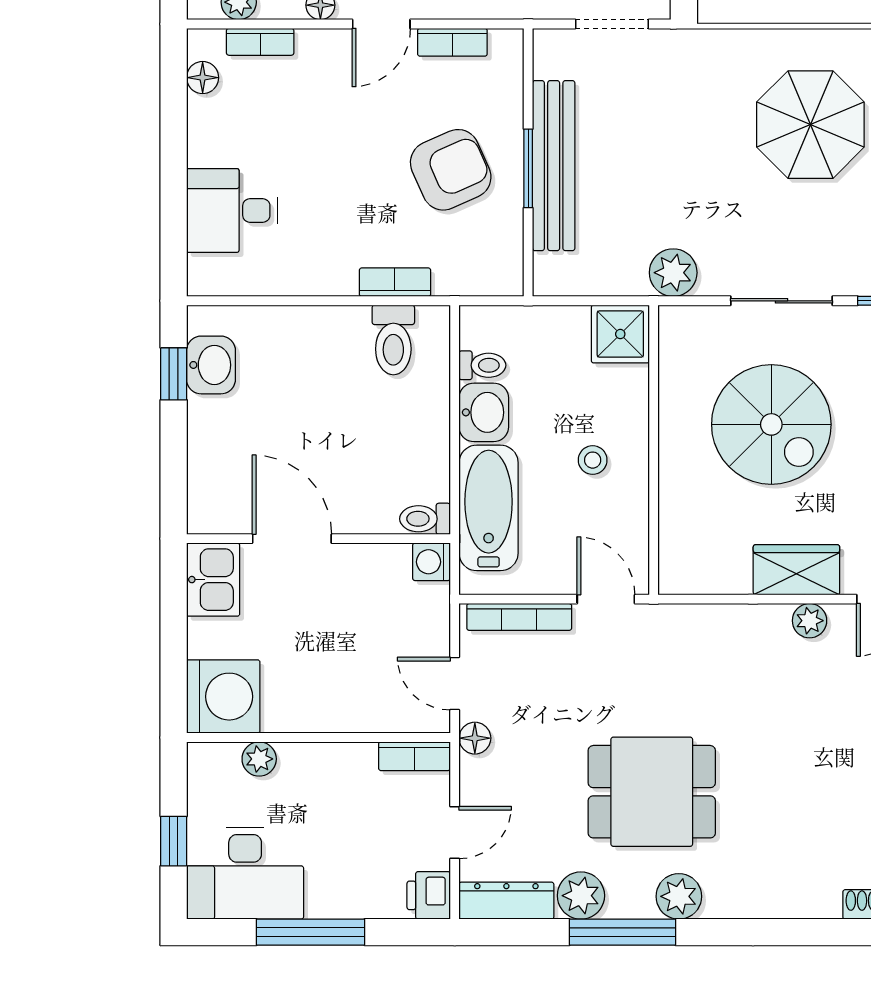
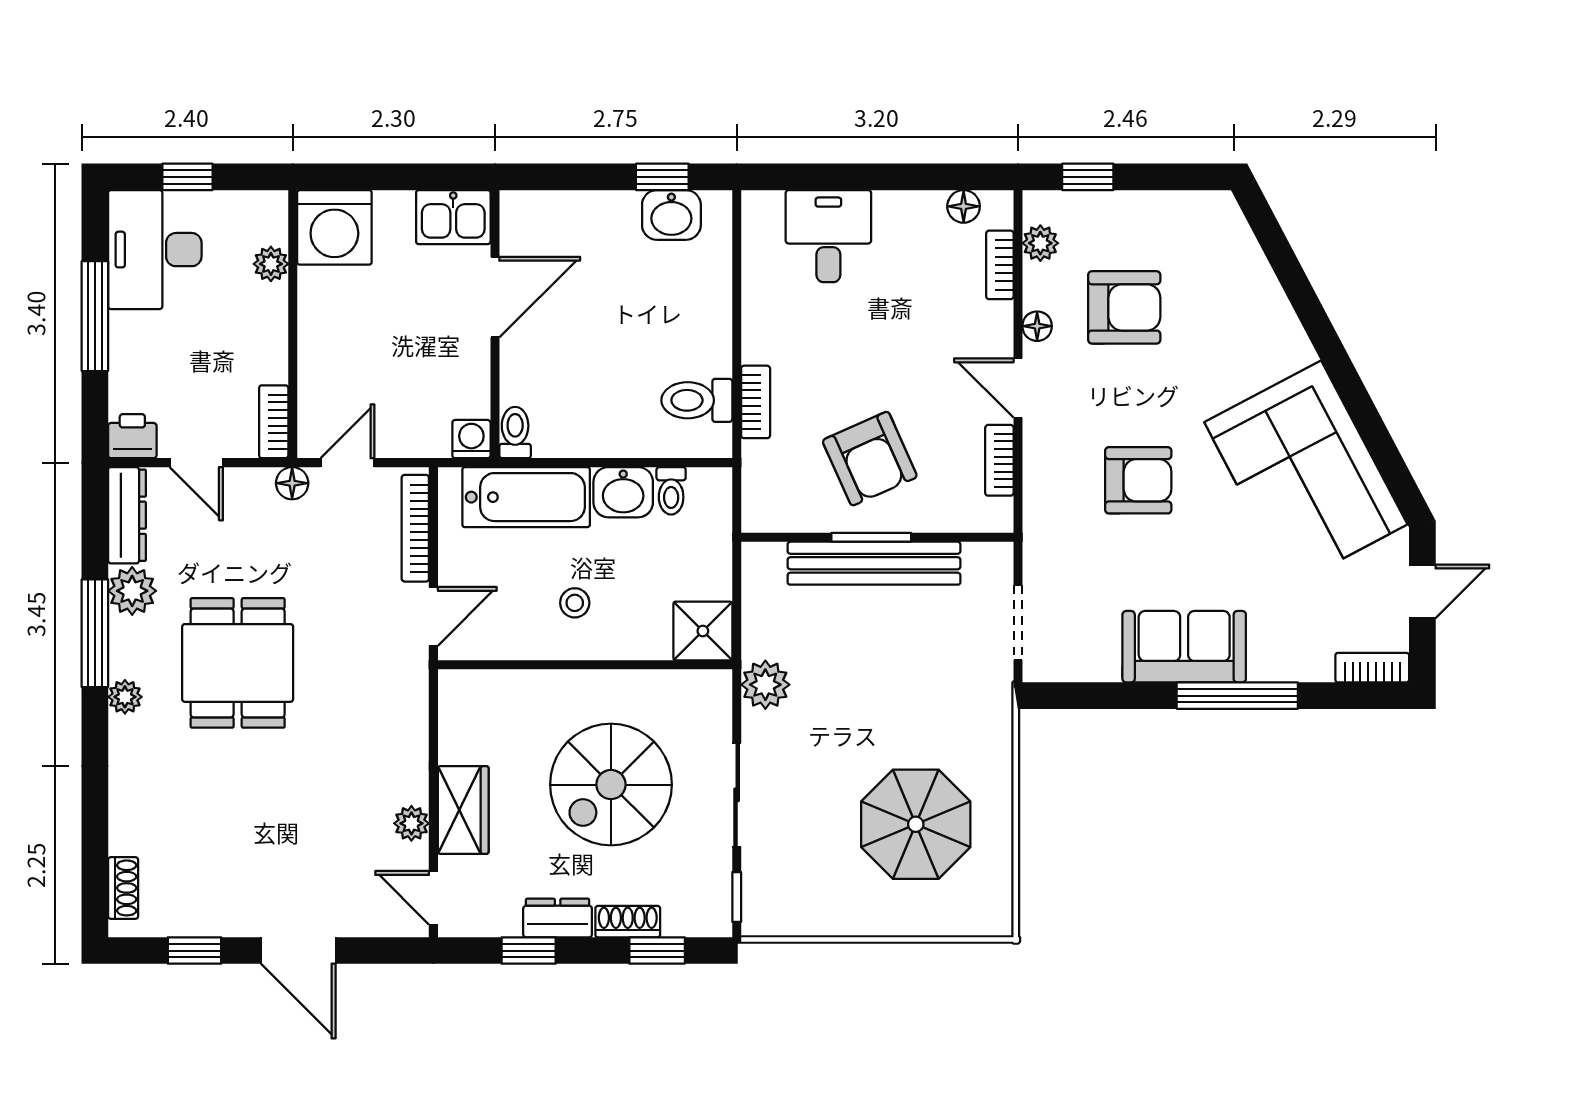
plant: (679, 896) -> (125, 697), width x0.73, depth x0.73

